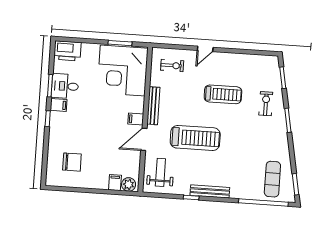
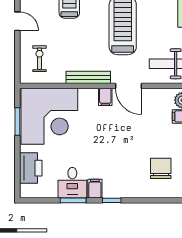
printer: (67, 51) -> (31, 168), moved

